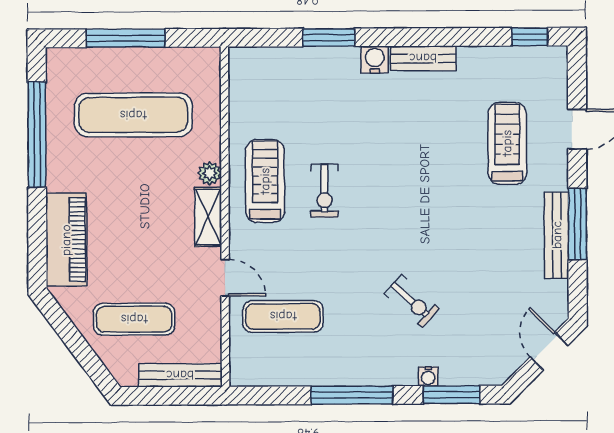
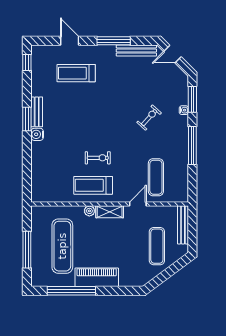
window: (329, 37) -> (27, 119), moved
bench: (557, 235) -> (136, 50), moved
piano: (66, 240) -> (97, 277), moved

